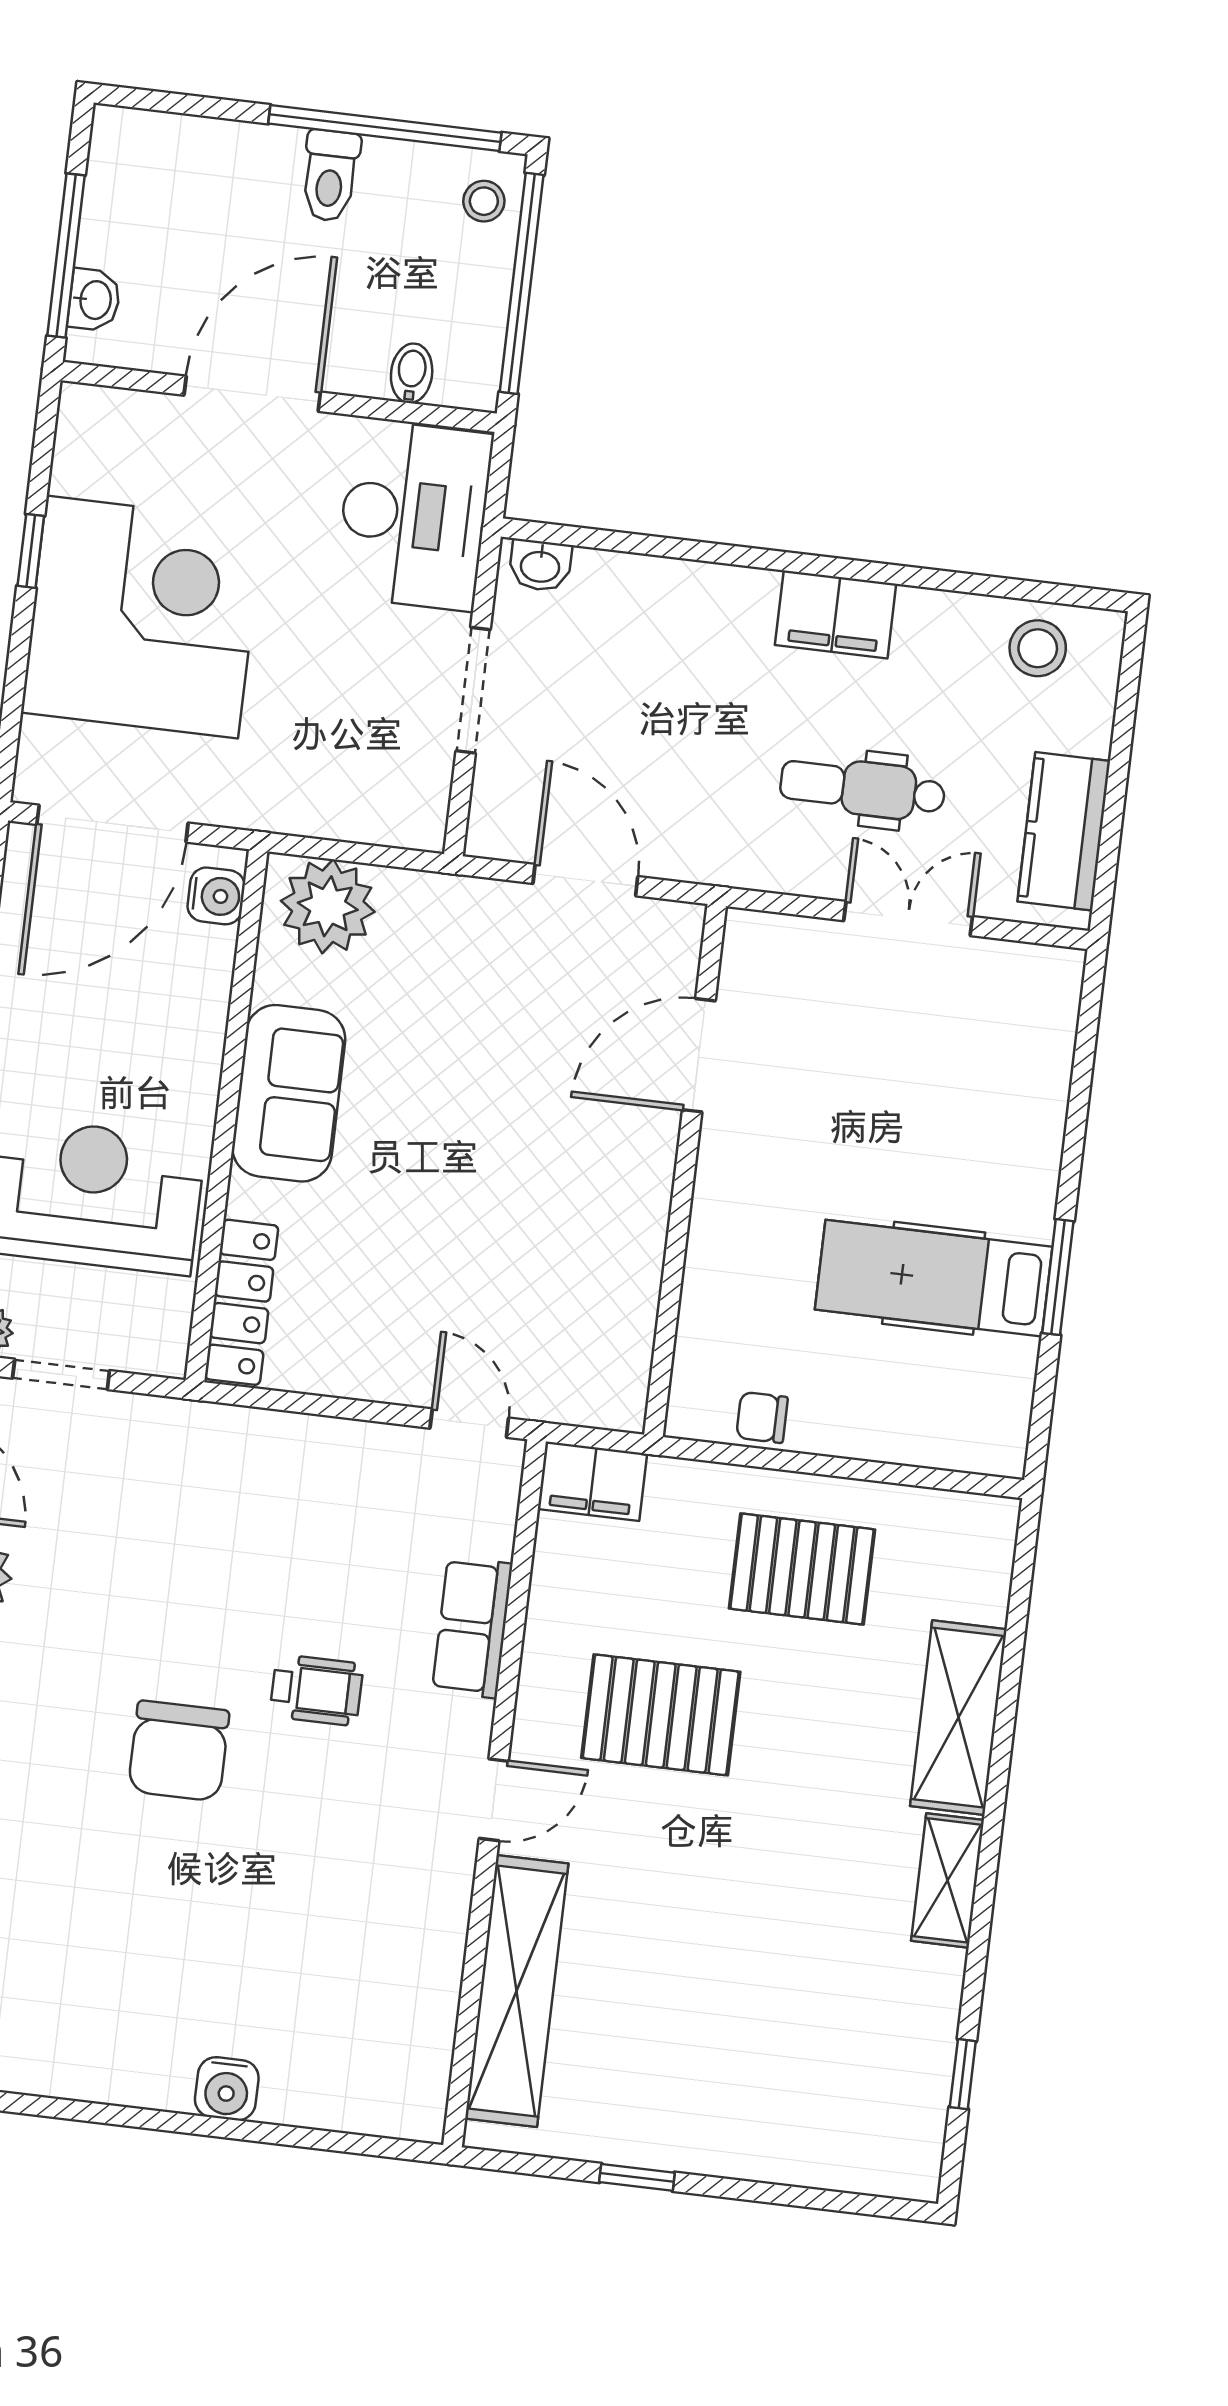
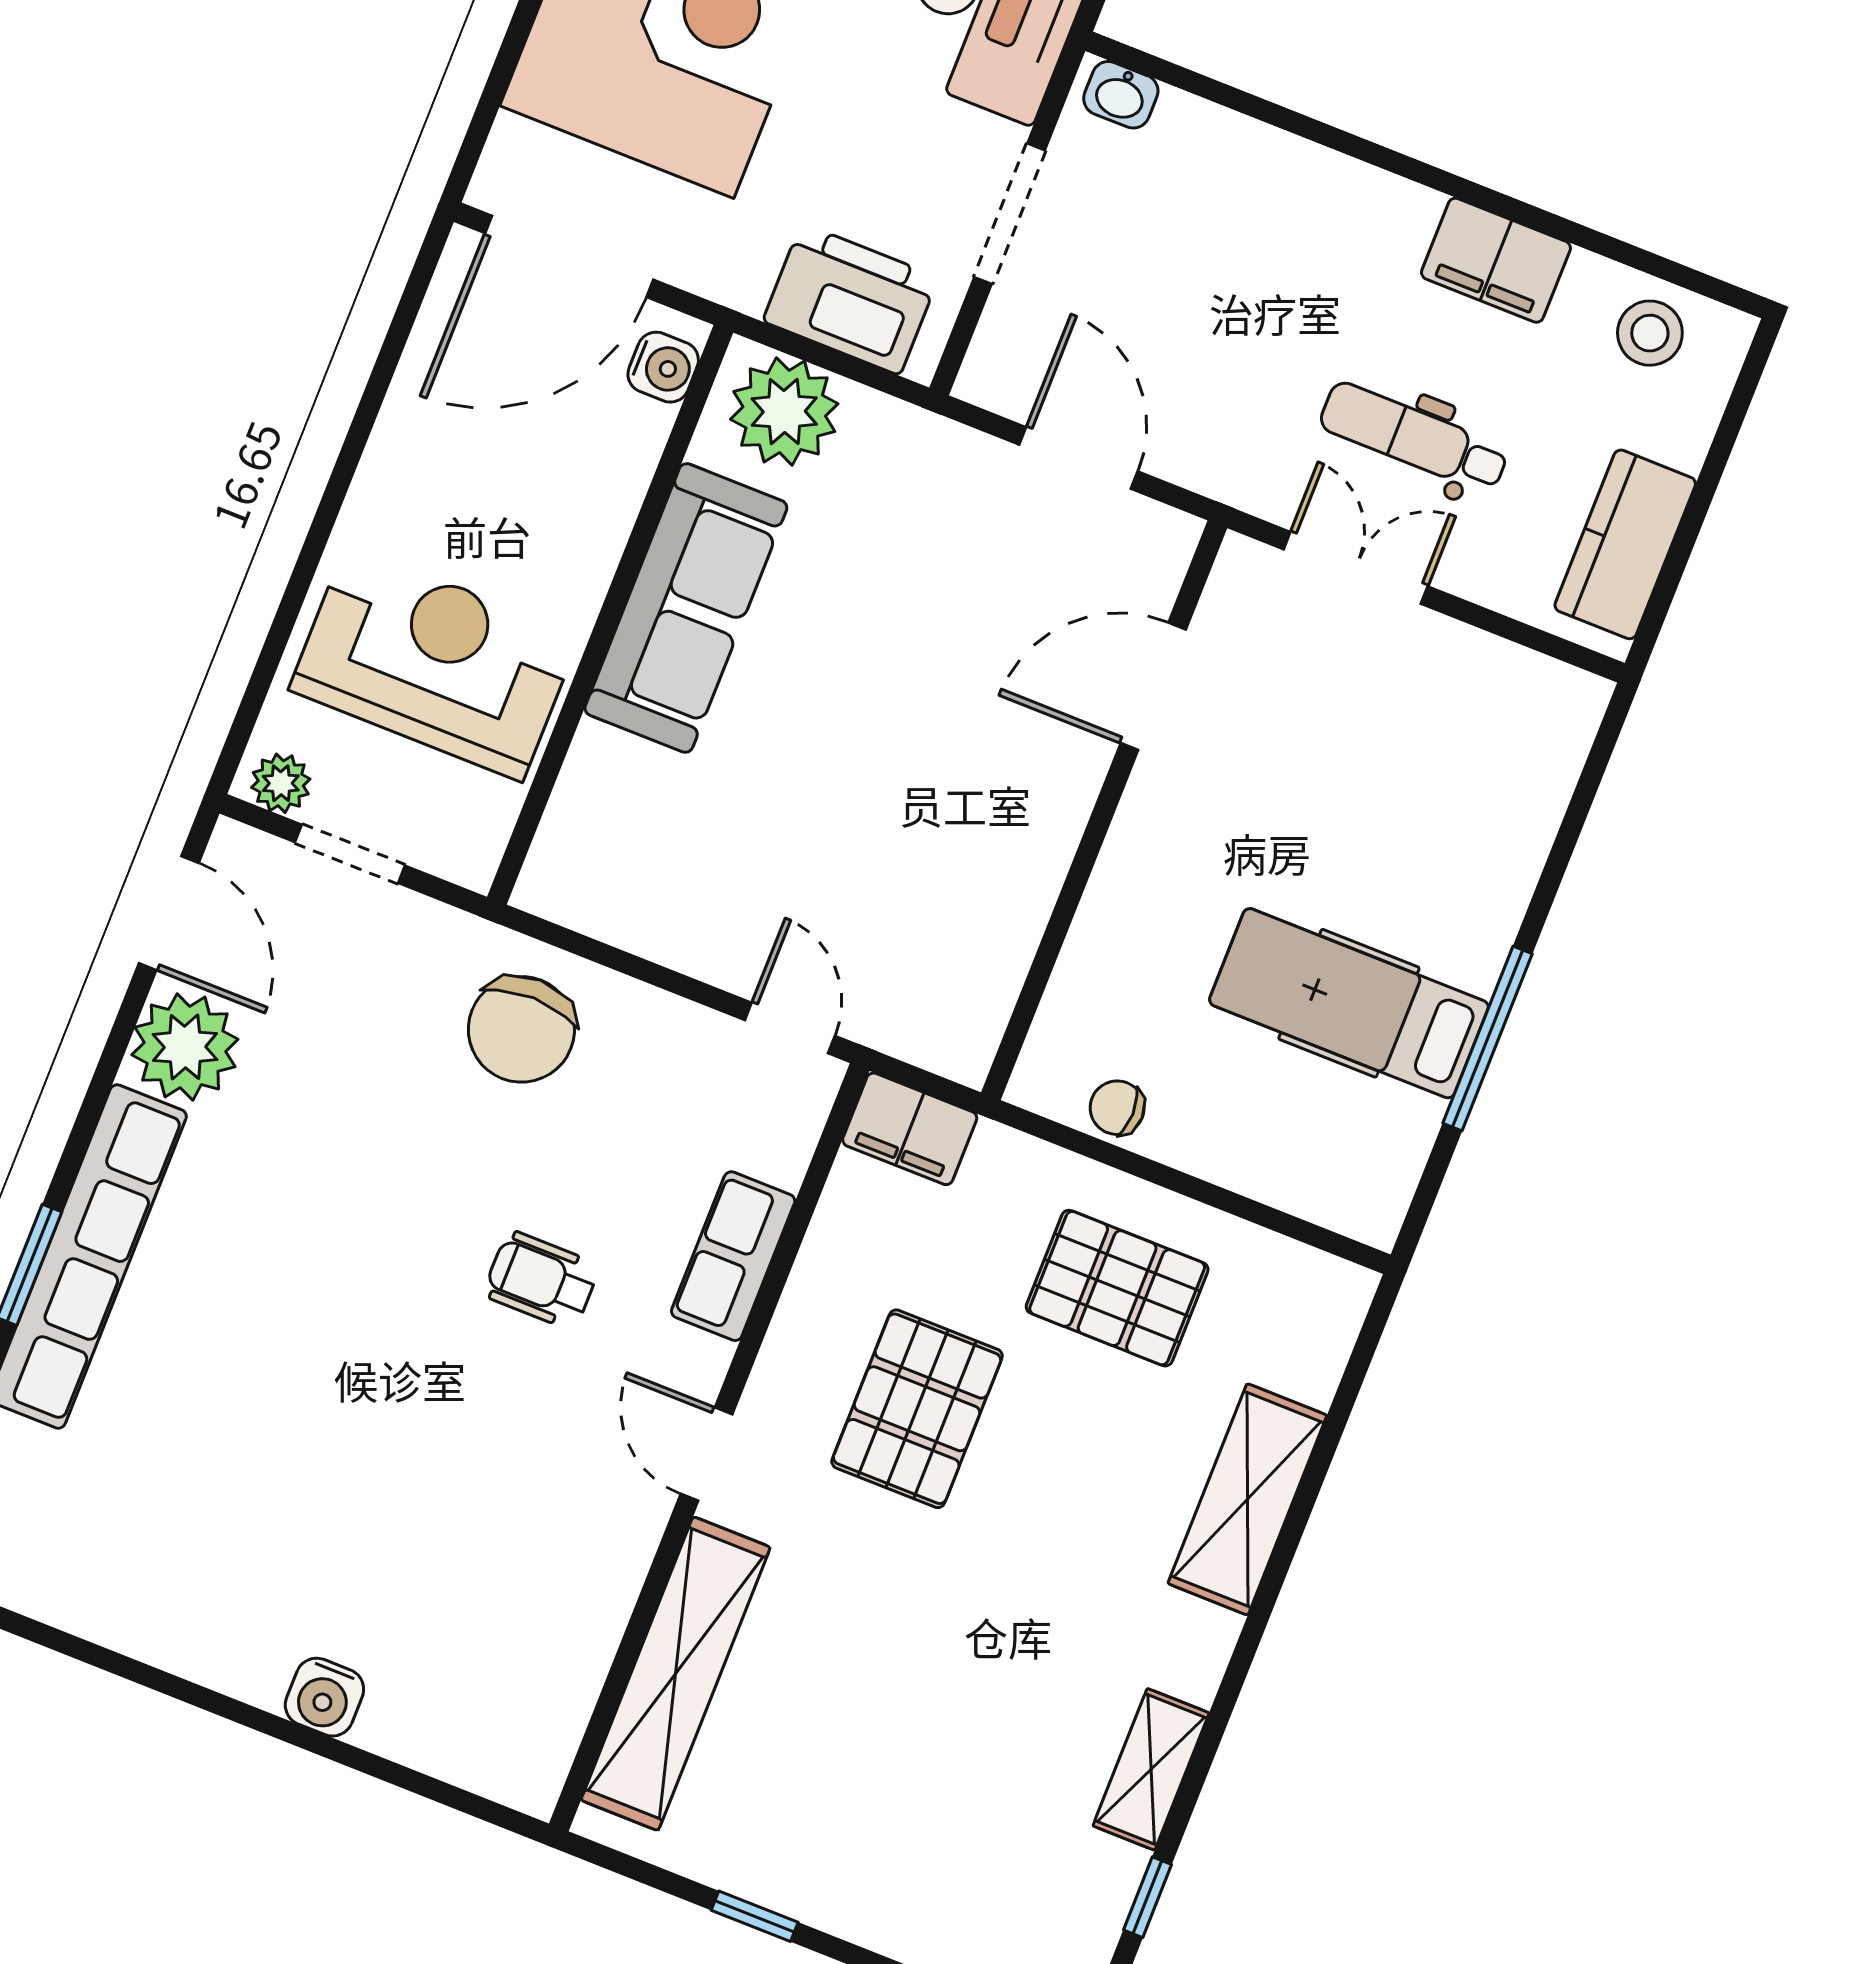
filing cabinet: (836, 614) -> (1496, 260), moved
printer: (359, 797) -> (851, 299), added
double door: (908, 919) -> (1356, 568), moved
sofa: (289, 1093) -> (686, 608), width x1.36
window: (1058, 1277) -> (1488, 1038), width x1.44
locker: (241, 1302) -> (572, 827), removed
wheelchair: (316, 1690) -> (541, 1280), turned 180
pallet: (661, 1715) -> (917, 1409), turned 90
chair: (179, 1751) -> (521, 1029), moved
door: (494, 1800) -> (706, 1454), swing flipped
shelving: (948, 1880) -> (1151, 1769), moved

